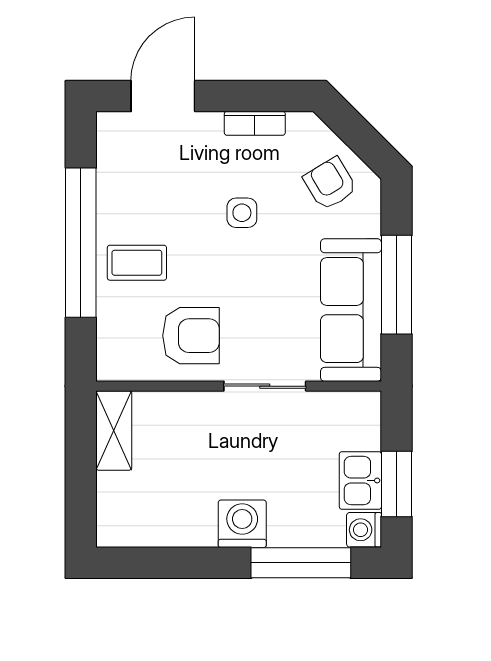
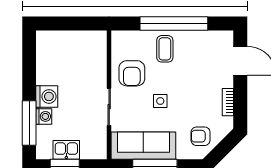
armchair: (330, 184) -> (201, 136), turned -149
side table: (242, 213) -> (160, 101), moved
shelving: (114, 430) -> (89, 38), removed
washing machine: (364, 530) -> (44, 116), moved, turned 90

